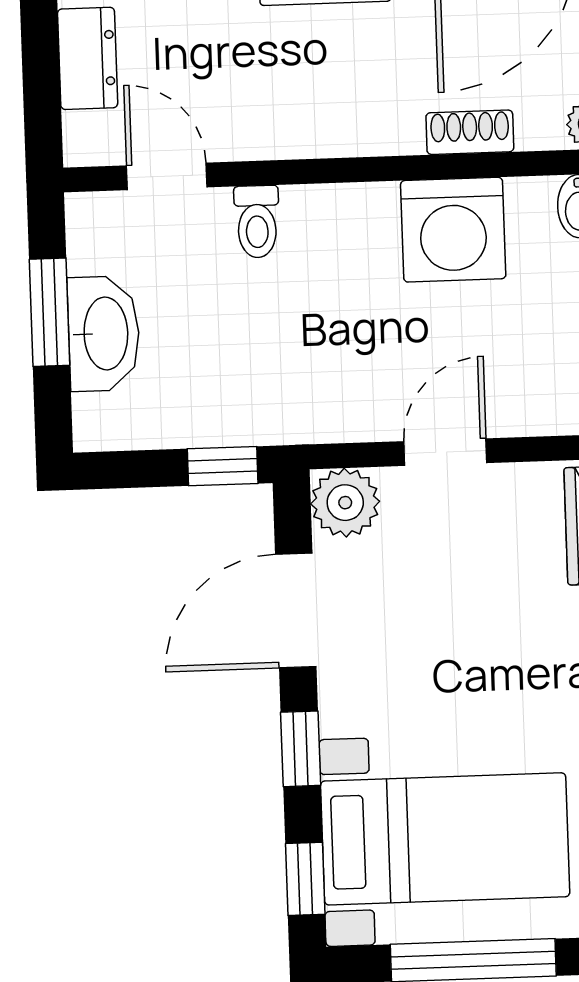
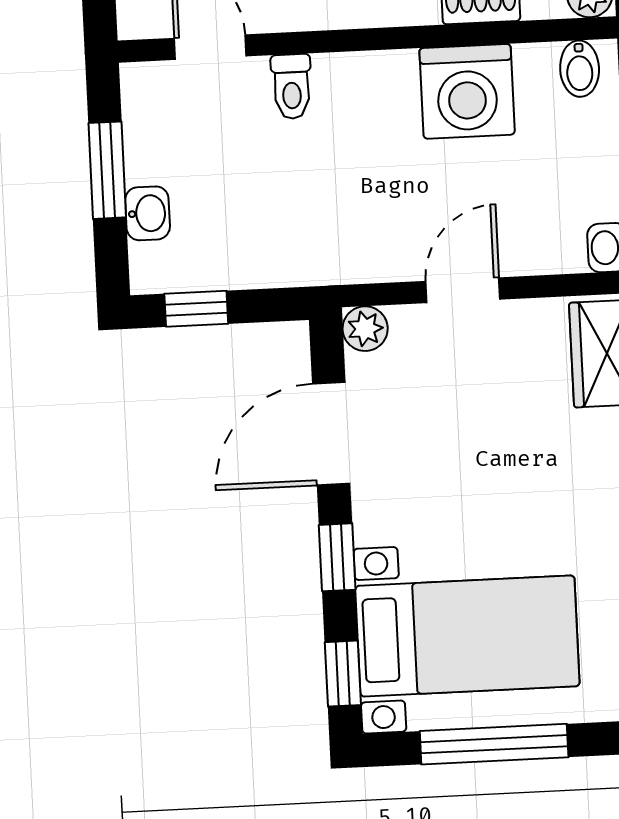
washbasin: (104, 334) -> (148, 213), width x0.52, depth x0.69
window: (223, 466) -> (196, 309), moved
plant: (345, 503) -> (365, 329), width x0.73, depth x0.73

